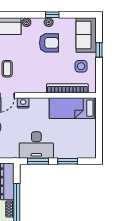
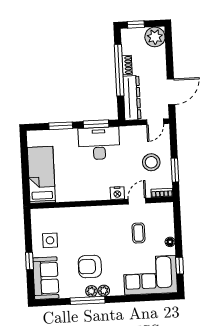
window: (52, 15) -> (88, 300), width x2.17
plant: (27, 22) -> (104, 291), moved
bookcase: (67, 88) -> (65, 213), removed
bed: (73, 108) -> (41, 175), moved, turned -90

